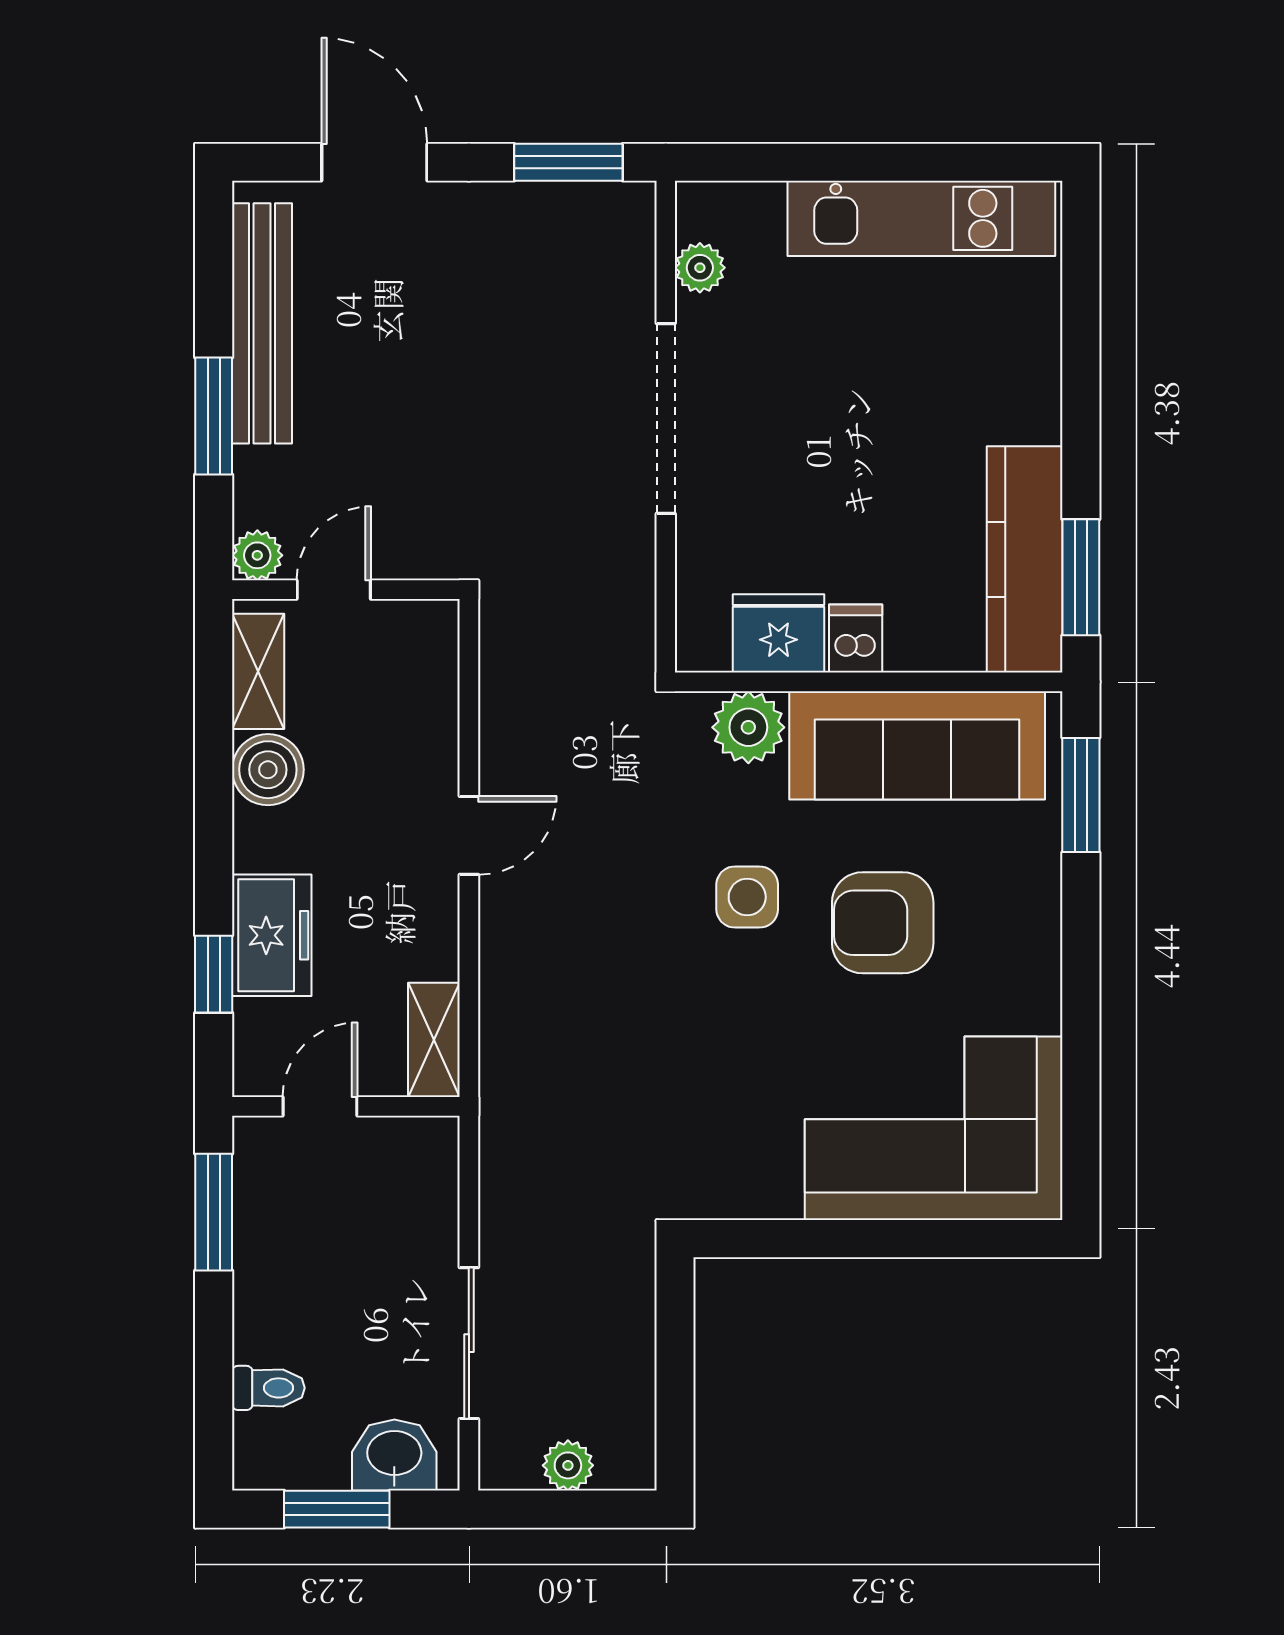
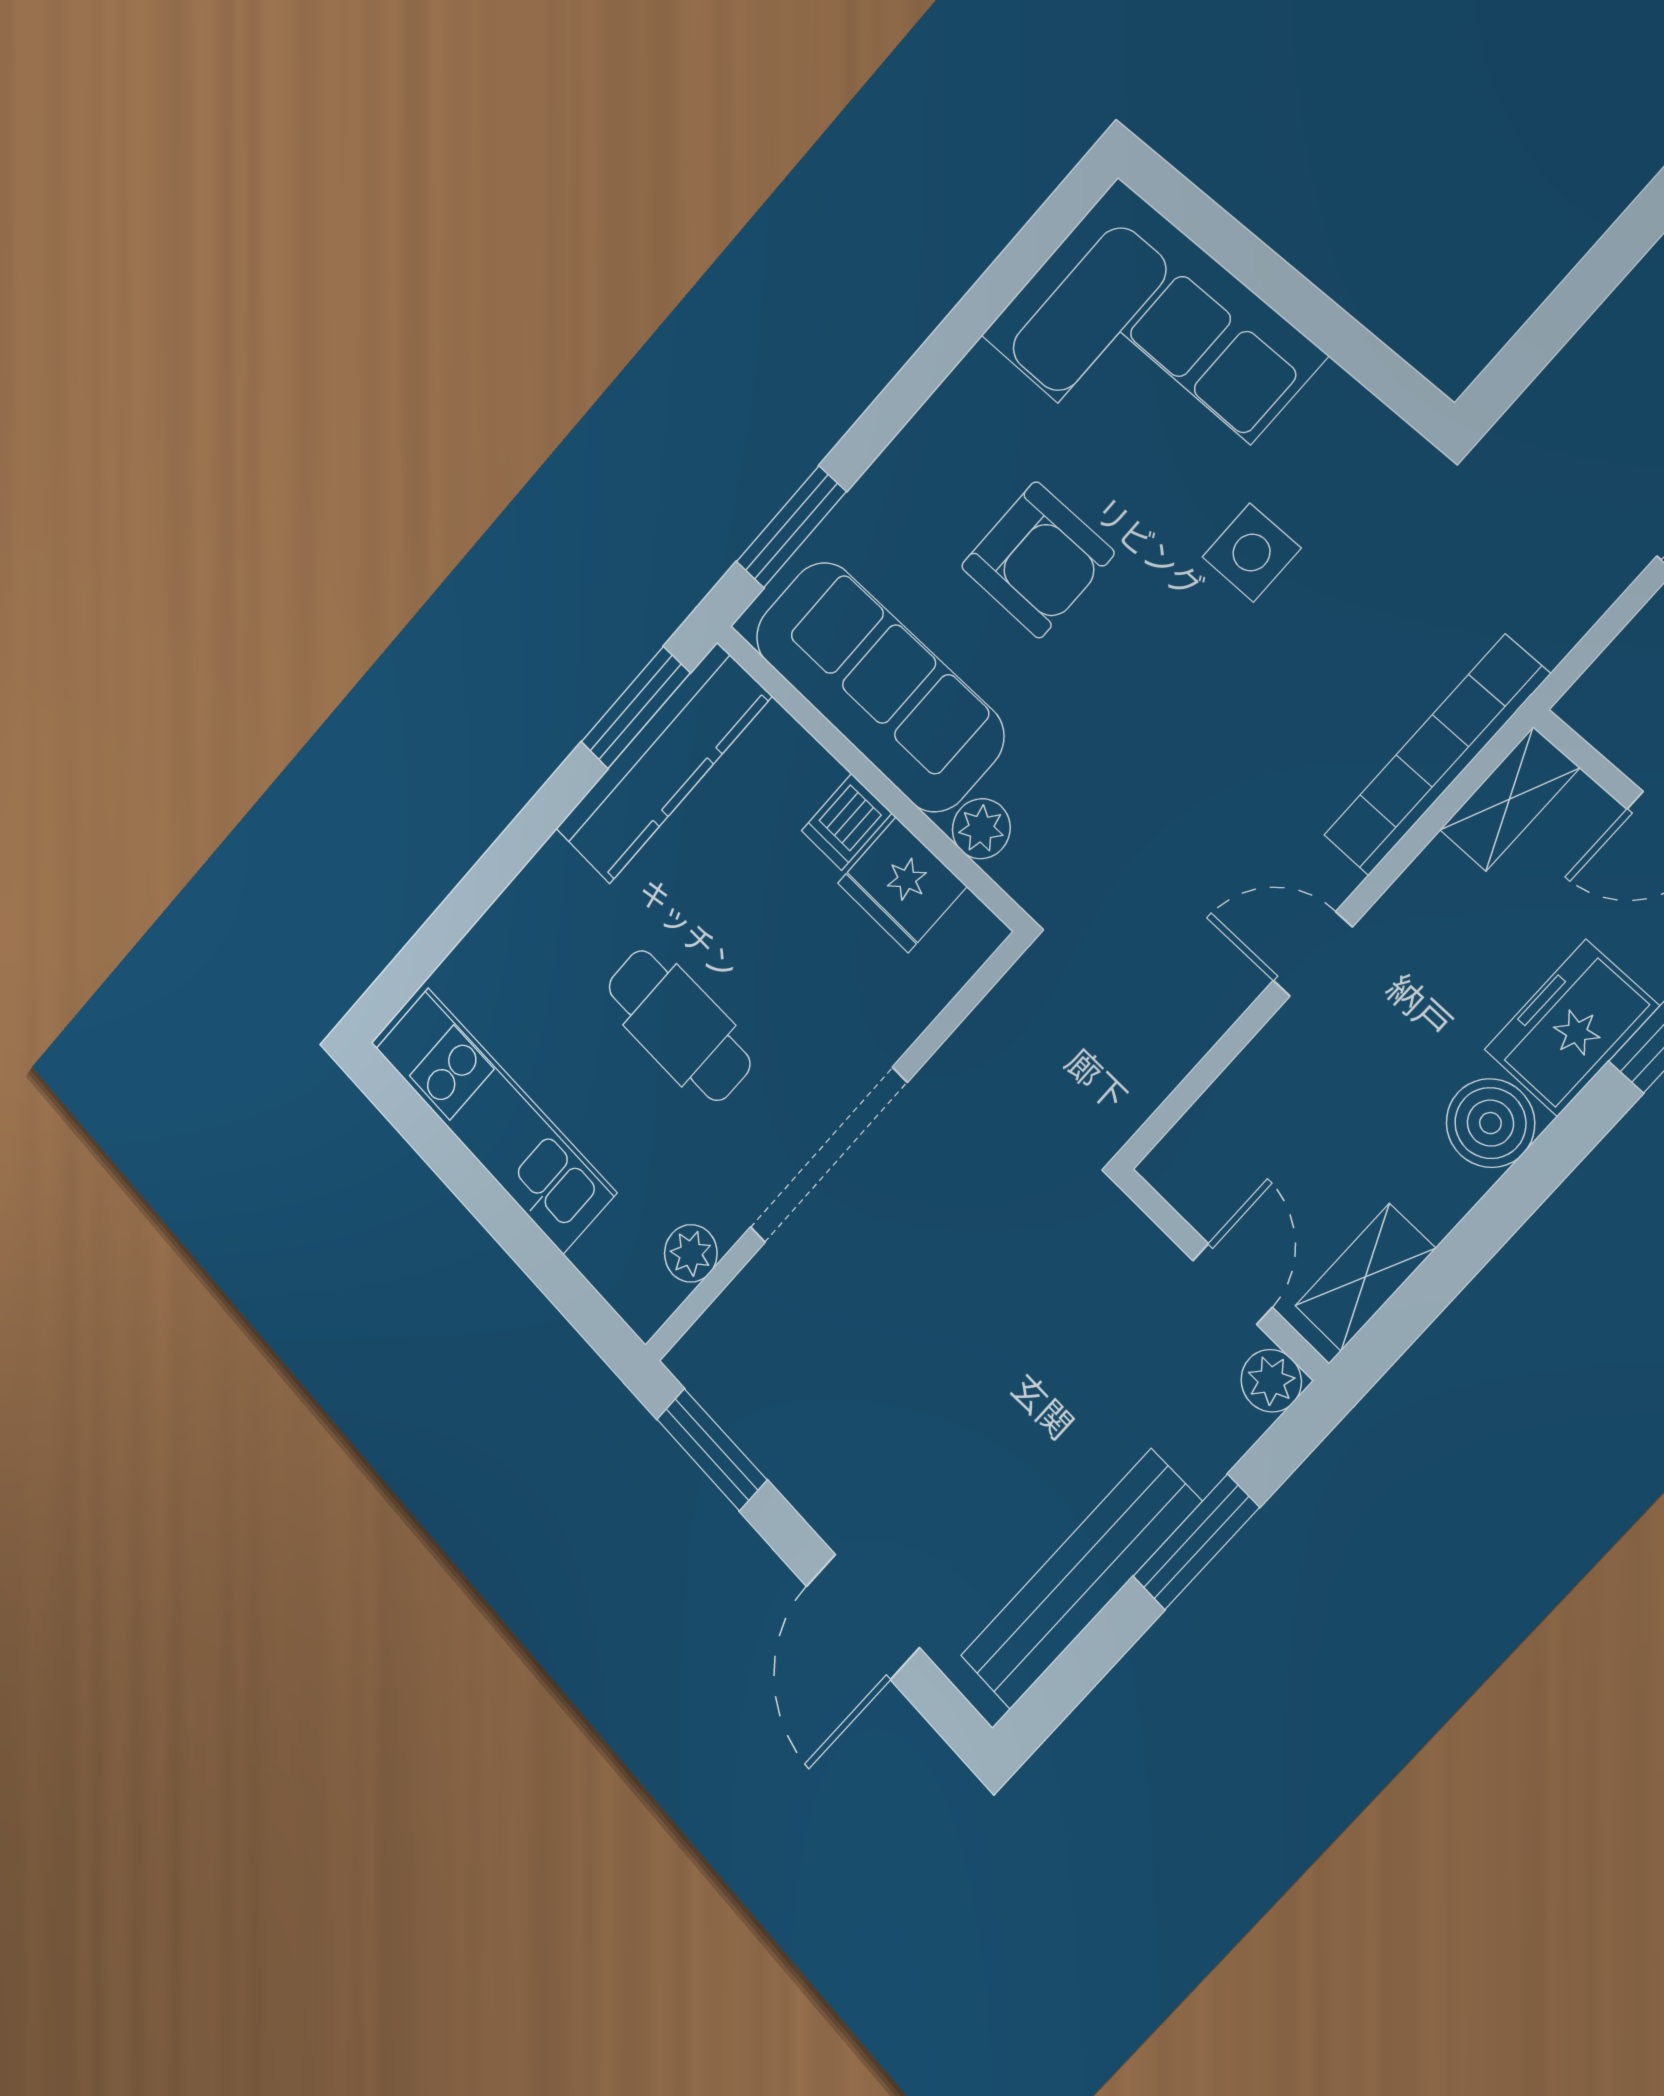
cafe table: (848, 402) -> (679, 1025), added
door: (334, 590) -> (1232, 1284), swing flipped
plant: (748, 727) -> (981, 829), width x0.73, depth x0.73
boiler: (268, 770) -> (1490, 1123), moved
side table: (747, 897) -> (1252, 553), moved
bookcase: (504, 1027) -> (1437, 755), added

